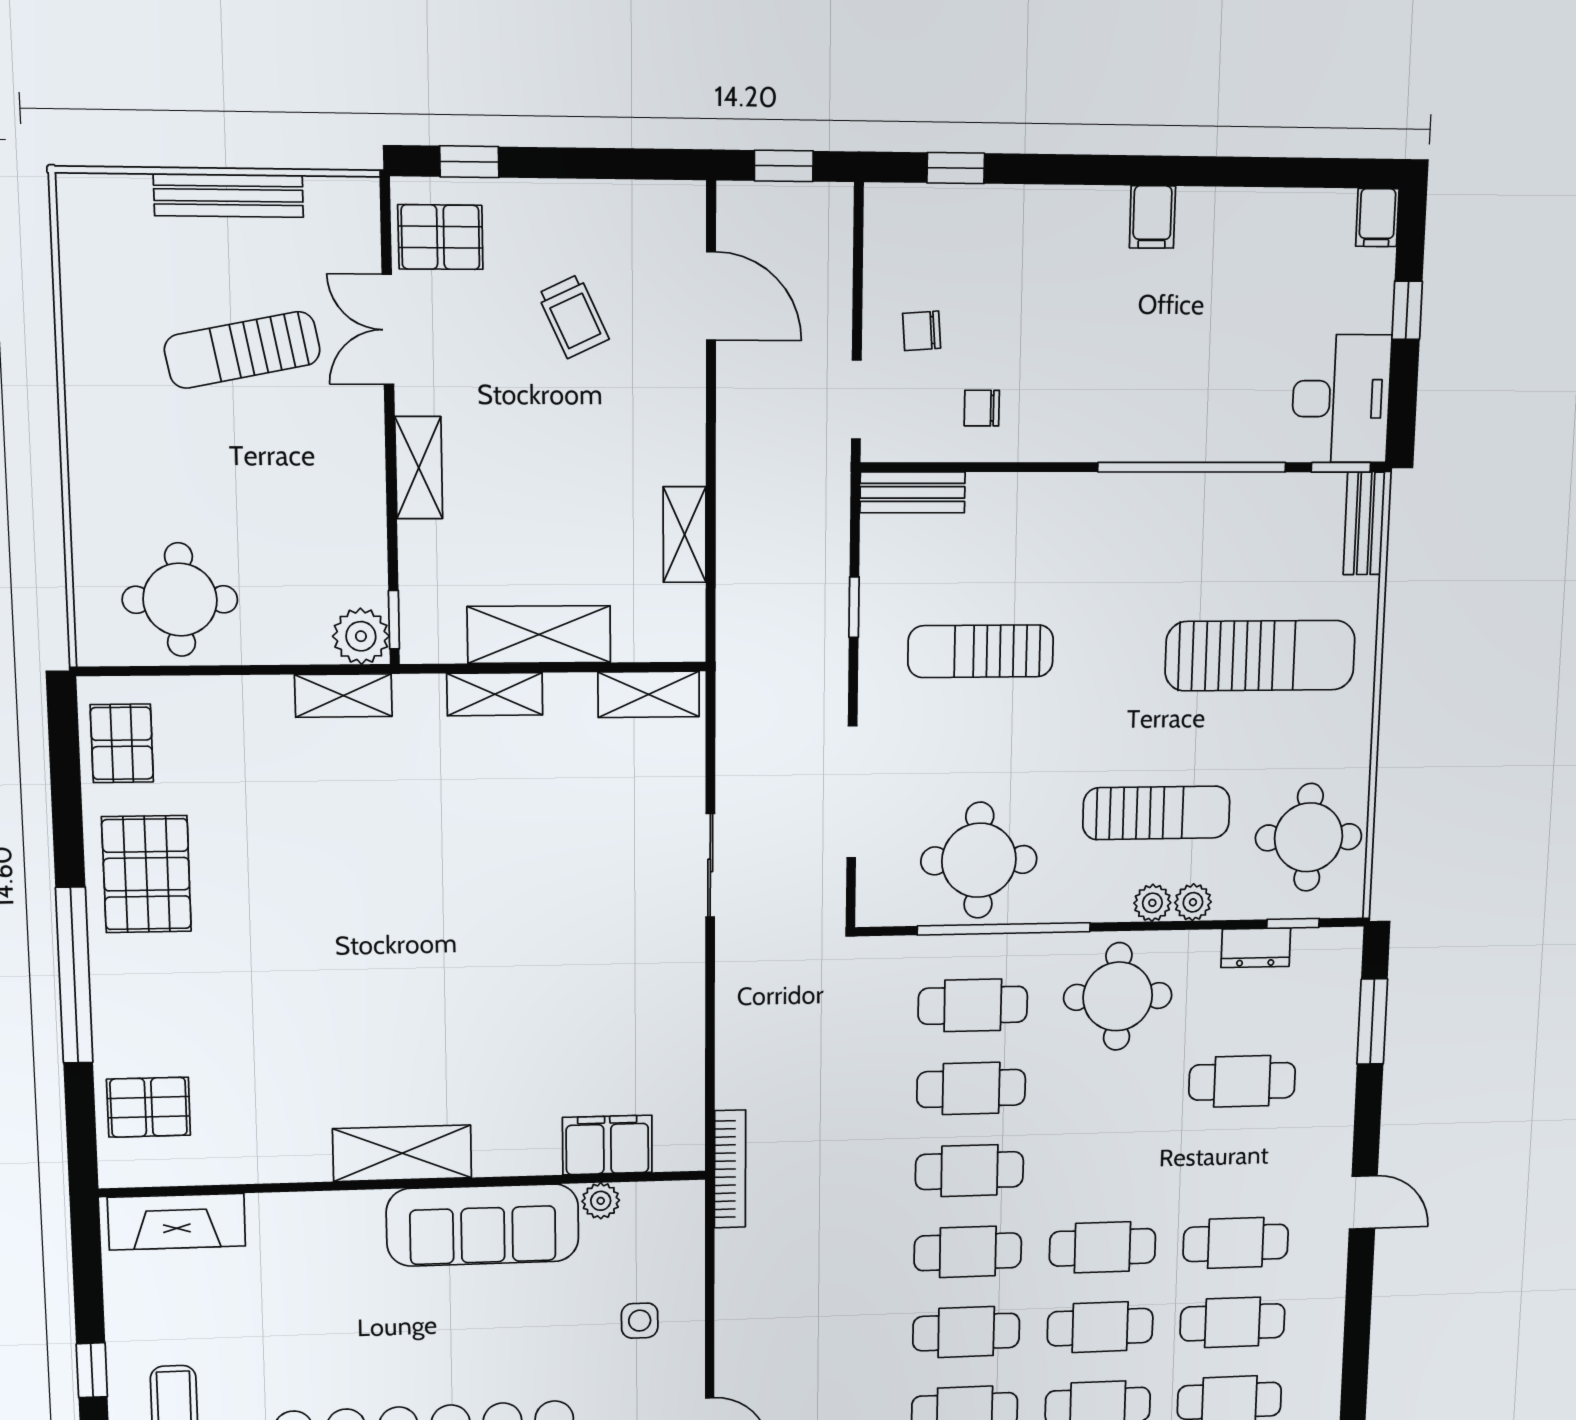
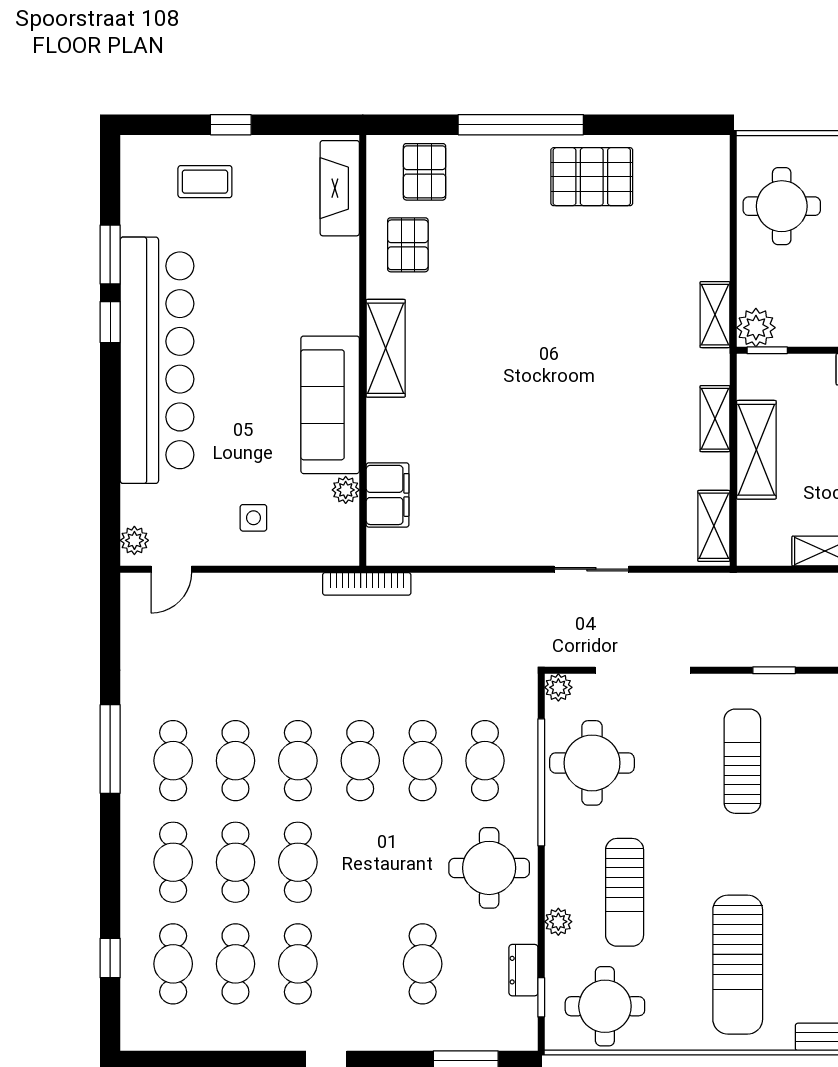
pallet: (122, 743) -> (408, 245), moved, turned 90
plant: (1152, 903) -> (558, 687), moved

